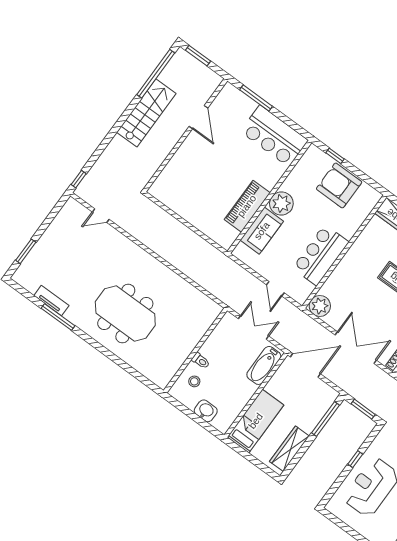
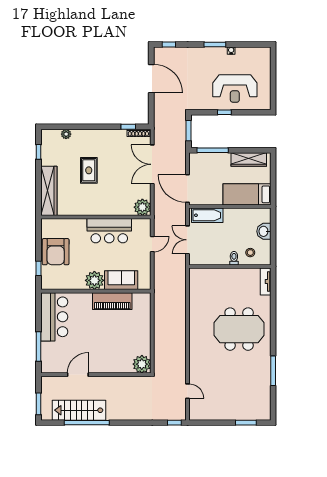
window: (156, 74) -> (87, 423), moved
stairs: (146, 113) -> (79, 410), moved
plant: (162, 189) -> (142, 364), added
tv unit: (51, 301) -> (266, 281), moved
meeting table: (125, 314) -> (239, 329), turned 90

